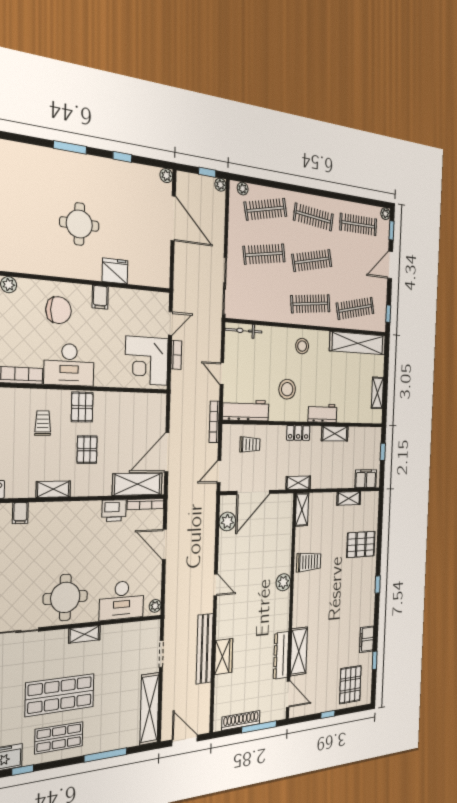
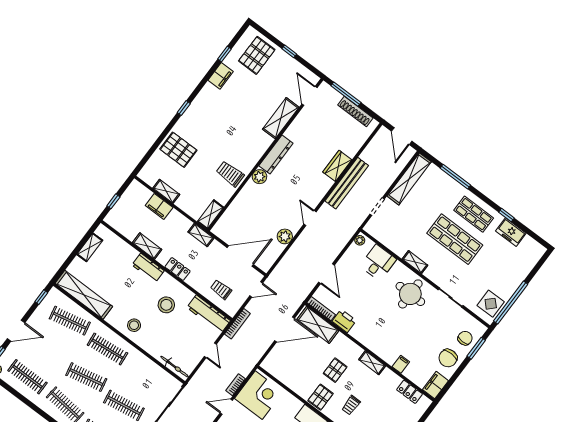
filing cabinet: (366, 479) -> (159, 207), moved
plant: (227, 521) -> (285, 236), moved
desk: (122, 600) -> (378, 263), width x0.73
dresser: (281, 655) -> (276, 155), moved

